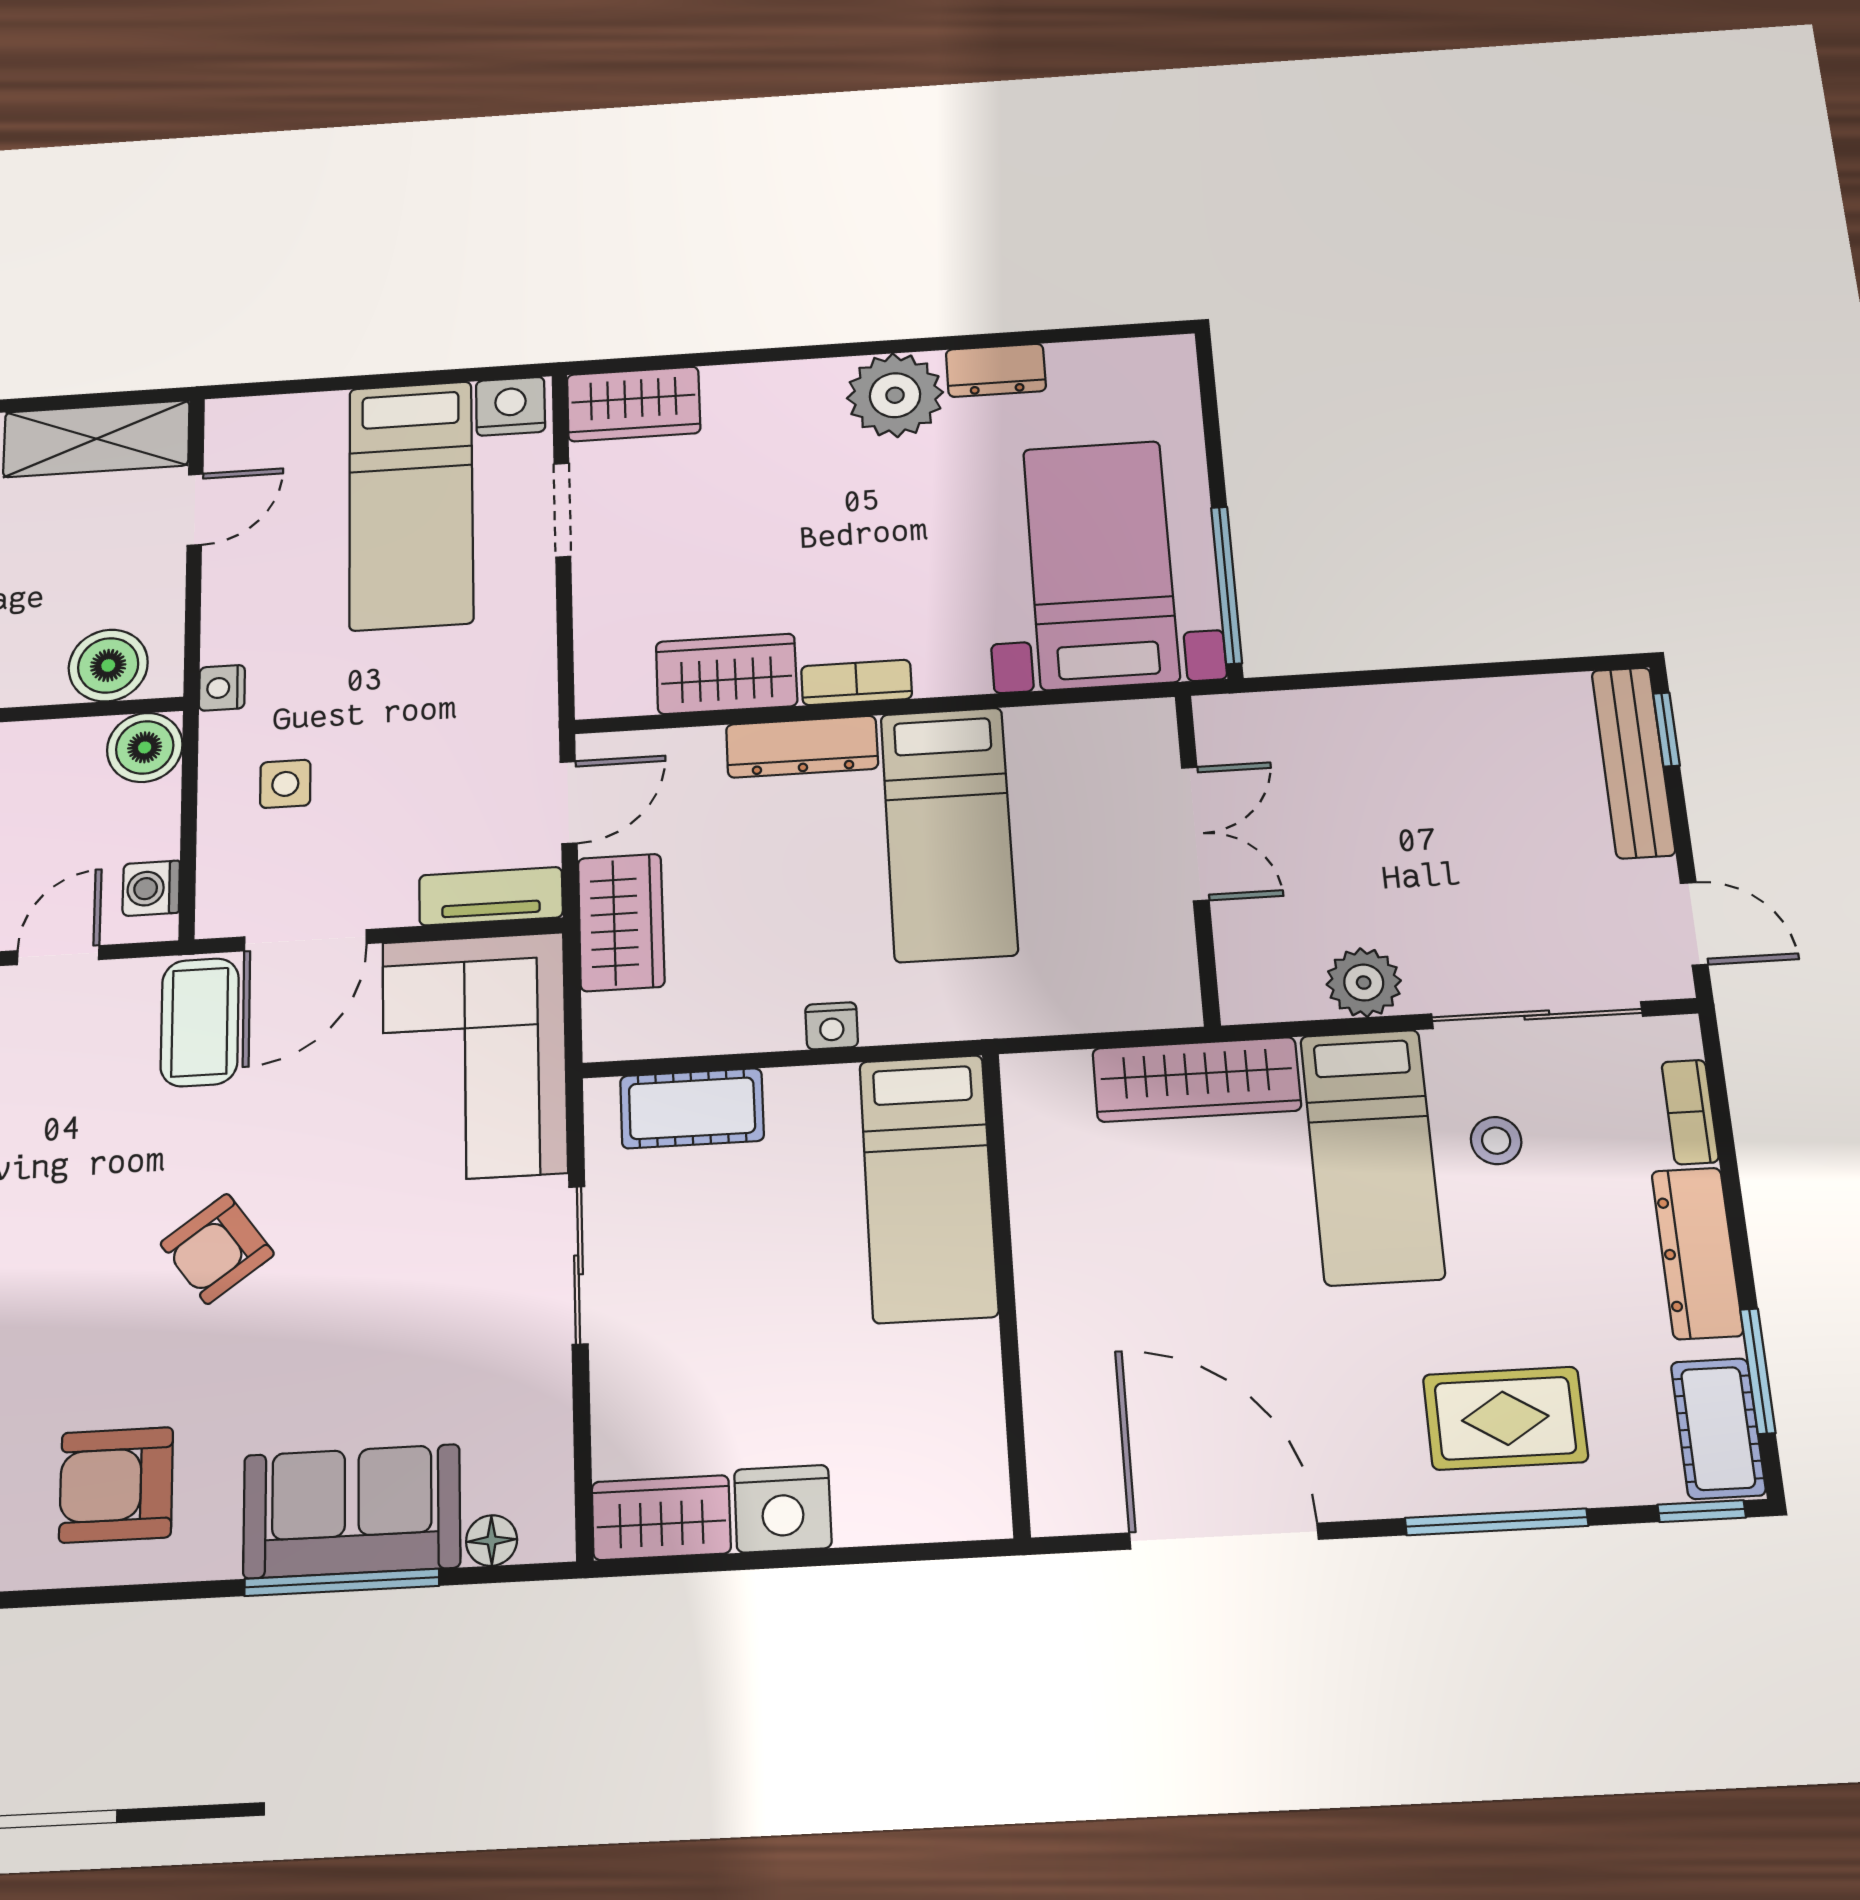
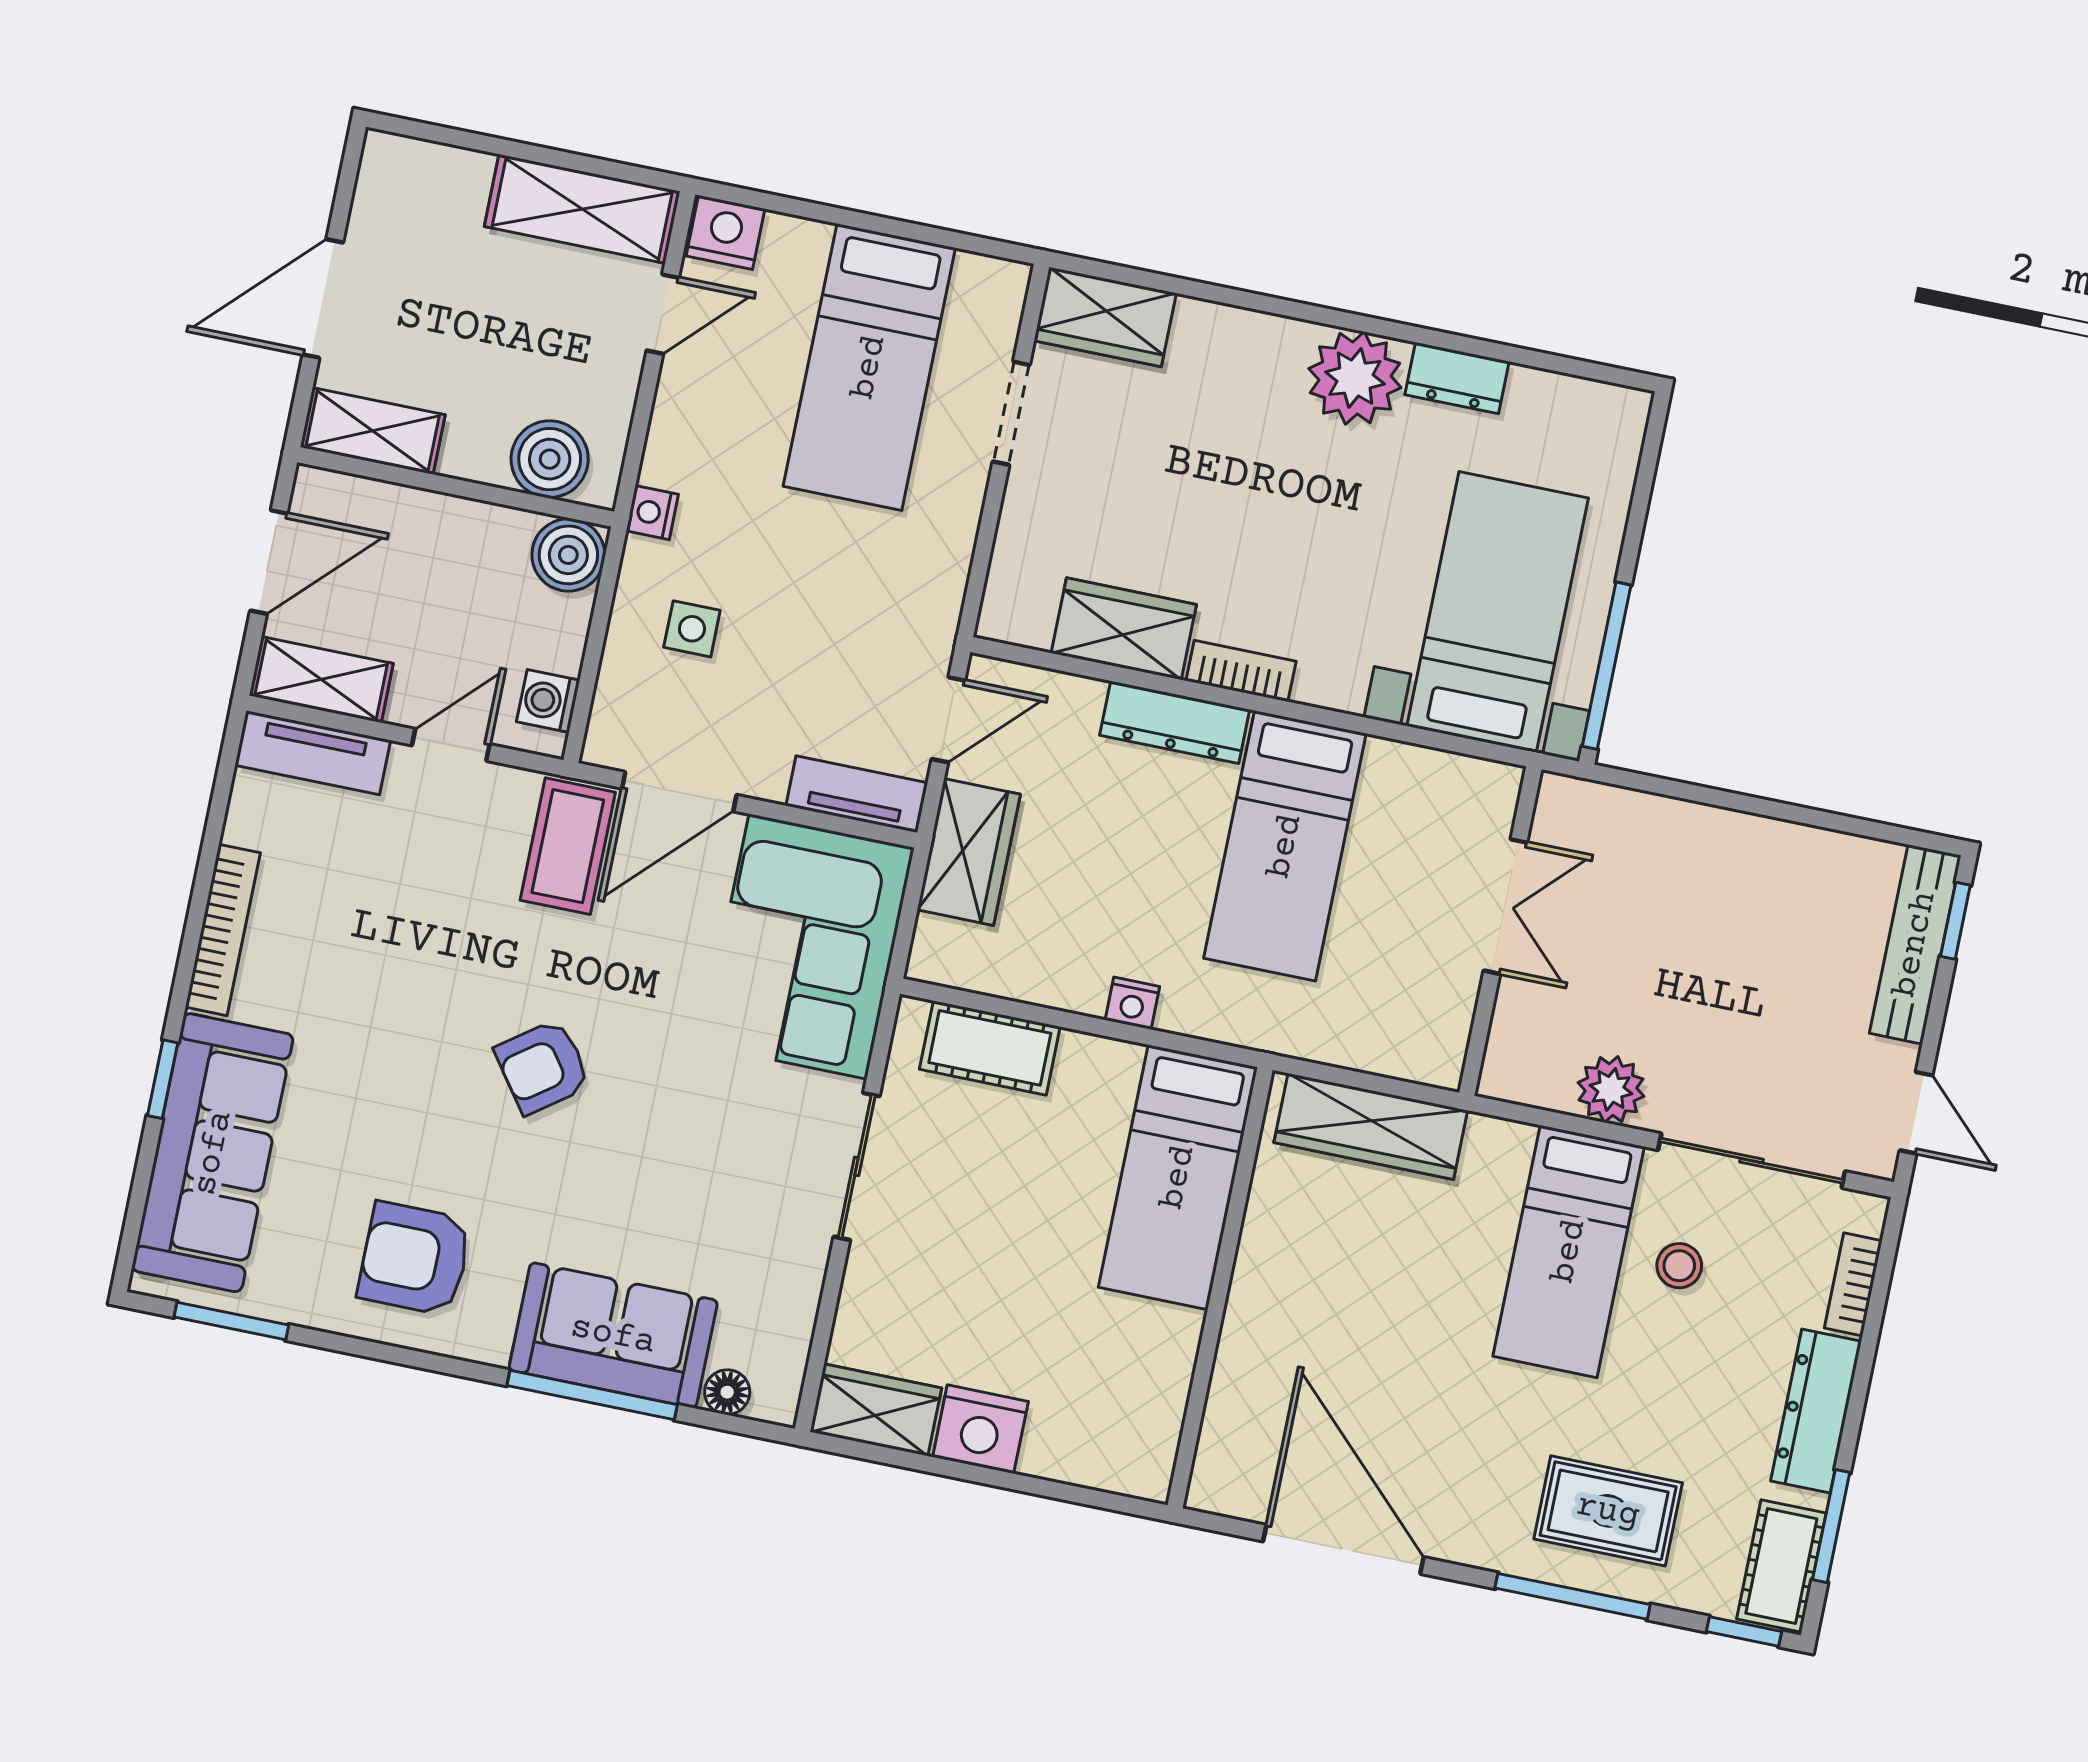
nightstand: (511, 406) -> (725, 232), moved
wardrobe: (1197, 1080) -> (1371, 1126), moved

